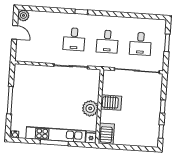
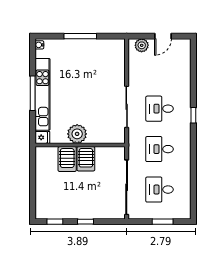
plant: (23, 15) -> (142, 45), moved
server rack: (106, 134) -> (67, 159), moved, turned 90

